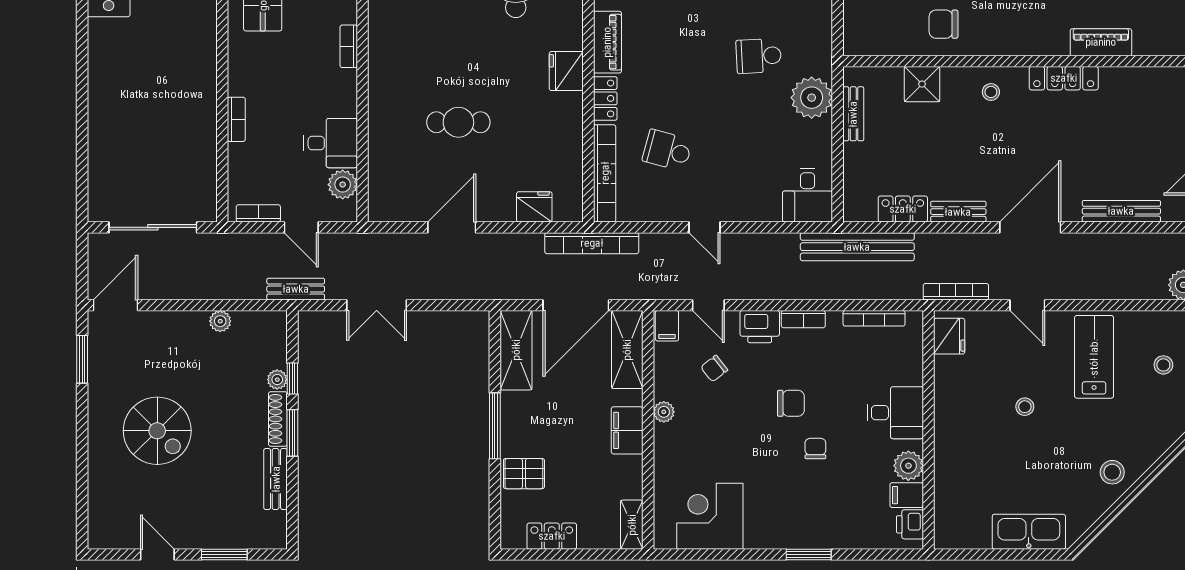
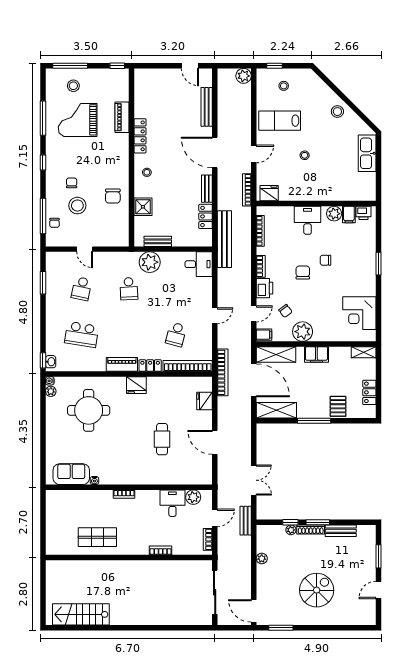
plant: (664, 412) -> (303, 332), width x1.88, depth x1.88

